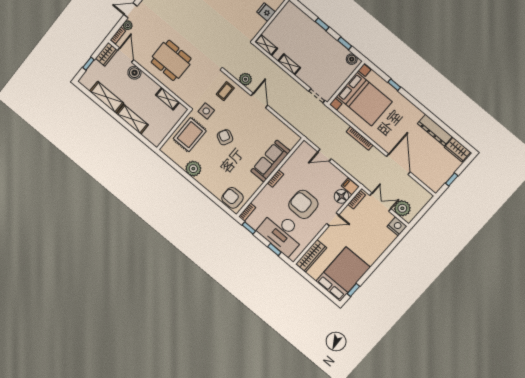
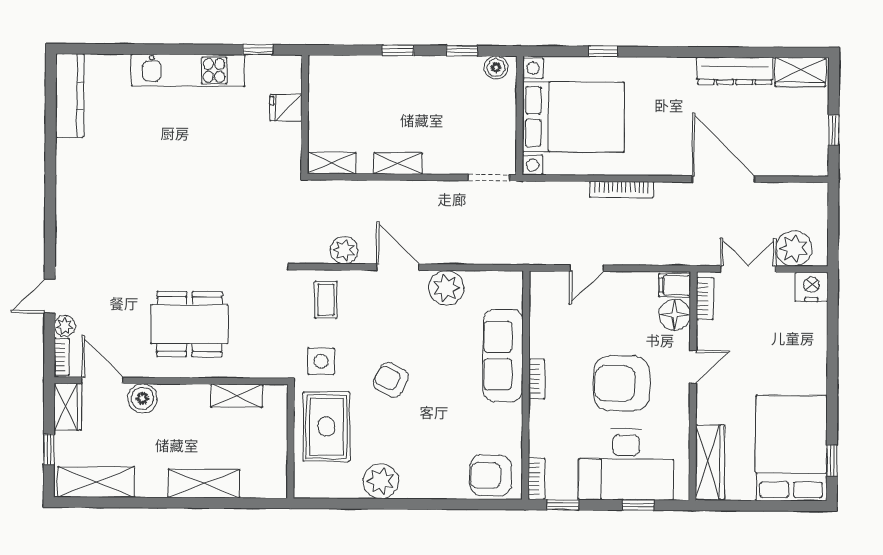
shelving: (107, 97) -> (96, 482), moved
plant: (270, 122) -> (446, 288), added

